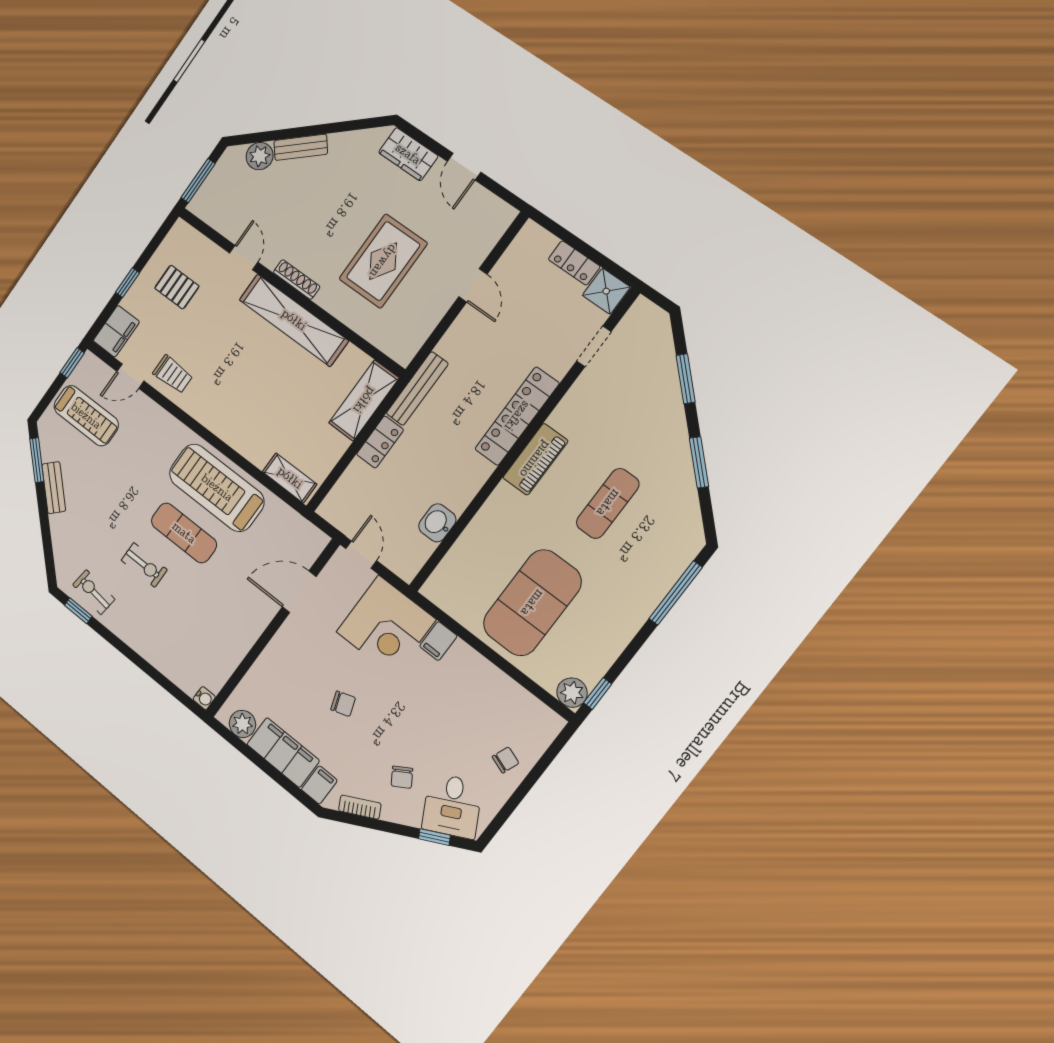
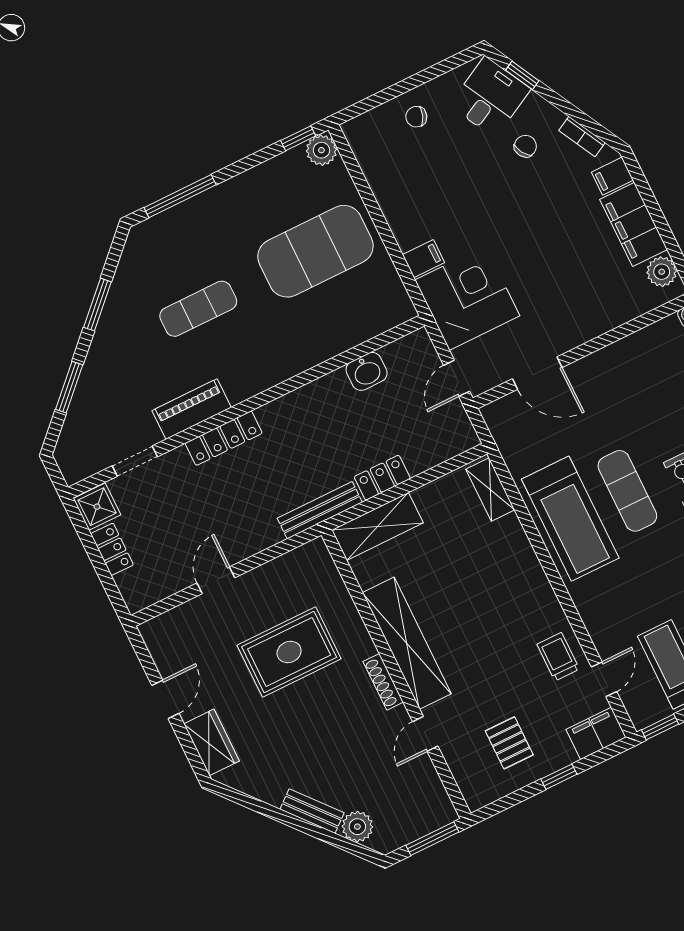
door: (130, 376) -> (604, 679), hinge flipped
locker: (517, 416) -> (224, 438), width x0.71, depth x0.83
piano: (535, 459) -> (192, 409), moved
chair: (343, 704) -> (548, 243), removed

